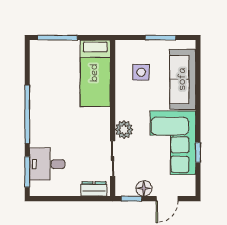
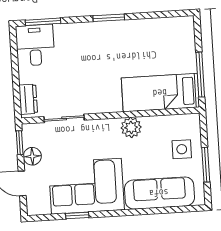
window: (57, 38) -> (200, 75), moved
side table: (141, 72) -> (182, 149), moved
window: (27, 114) -> (109, 18), width x0.47
plant: (124, 130) -> (131, 127), moved
desk: (47, 164) -> (35, 45), moved

